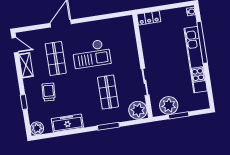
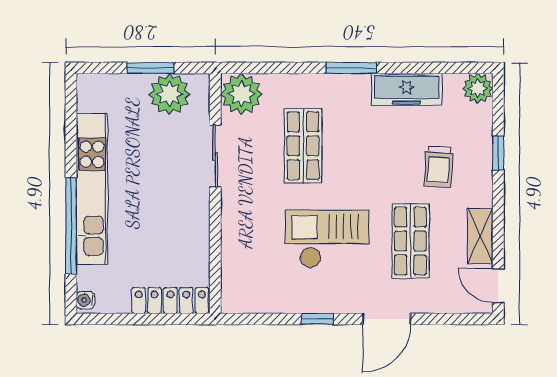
locker: (149, 18) -> (170, 300), width x1.53
window: (90, 19) -> (318, 319), added
window: (108, 126) -> (351, 68), moved

